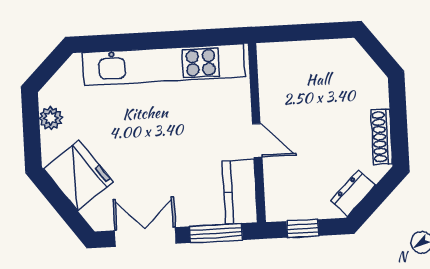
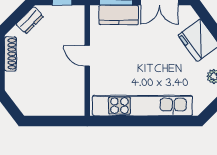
kitchen counter: (240, 192) -> (119, 15), moved, turned 90

